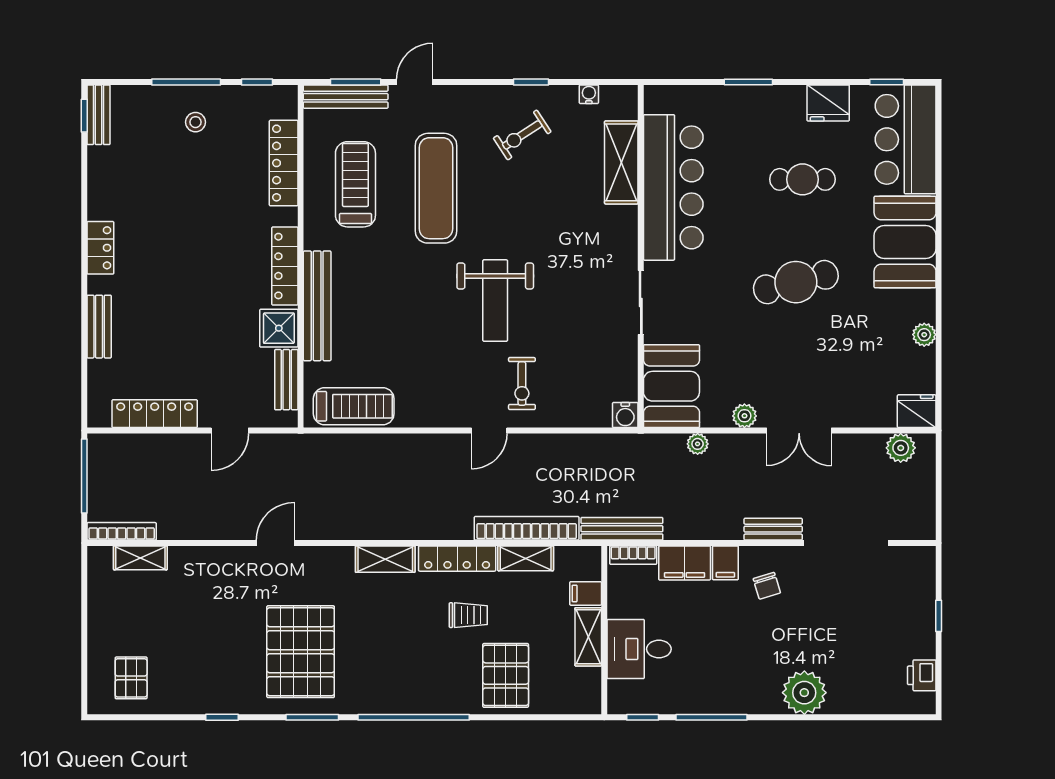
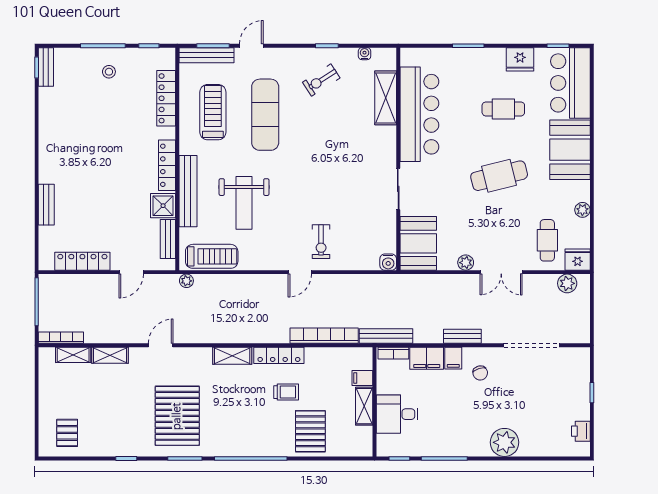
locker: (100, 248) -> (47, 153), removed
weight bench: (495, 301) -> (244, 203), moved
cafe table: (870, 382) -> (547, 240), added
plant: (698, 444) -> (186, 281), moved
bench: (773, 529) -> (462, 336), moved
shelving: (526, 558) -> (110, 355), moved

